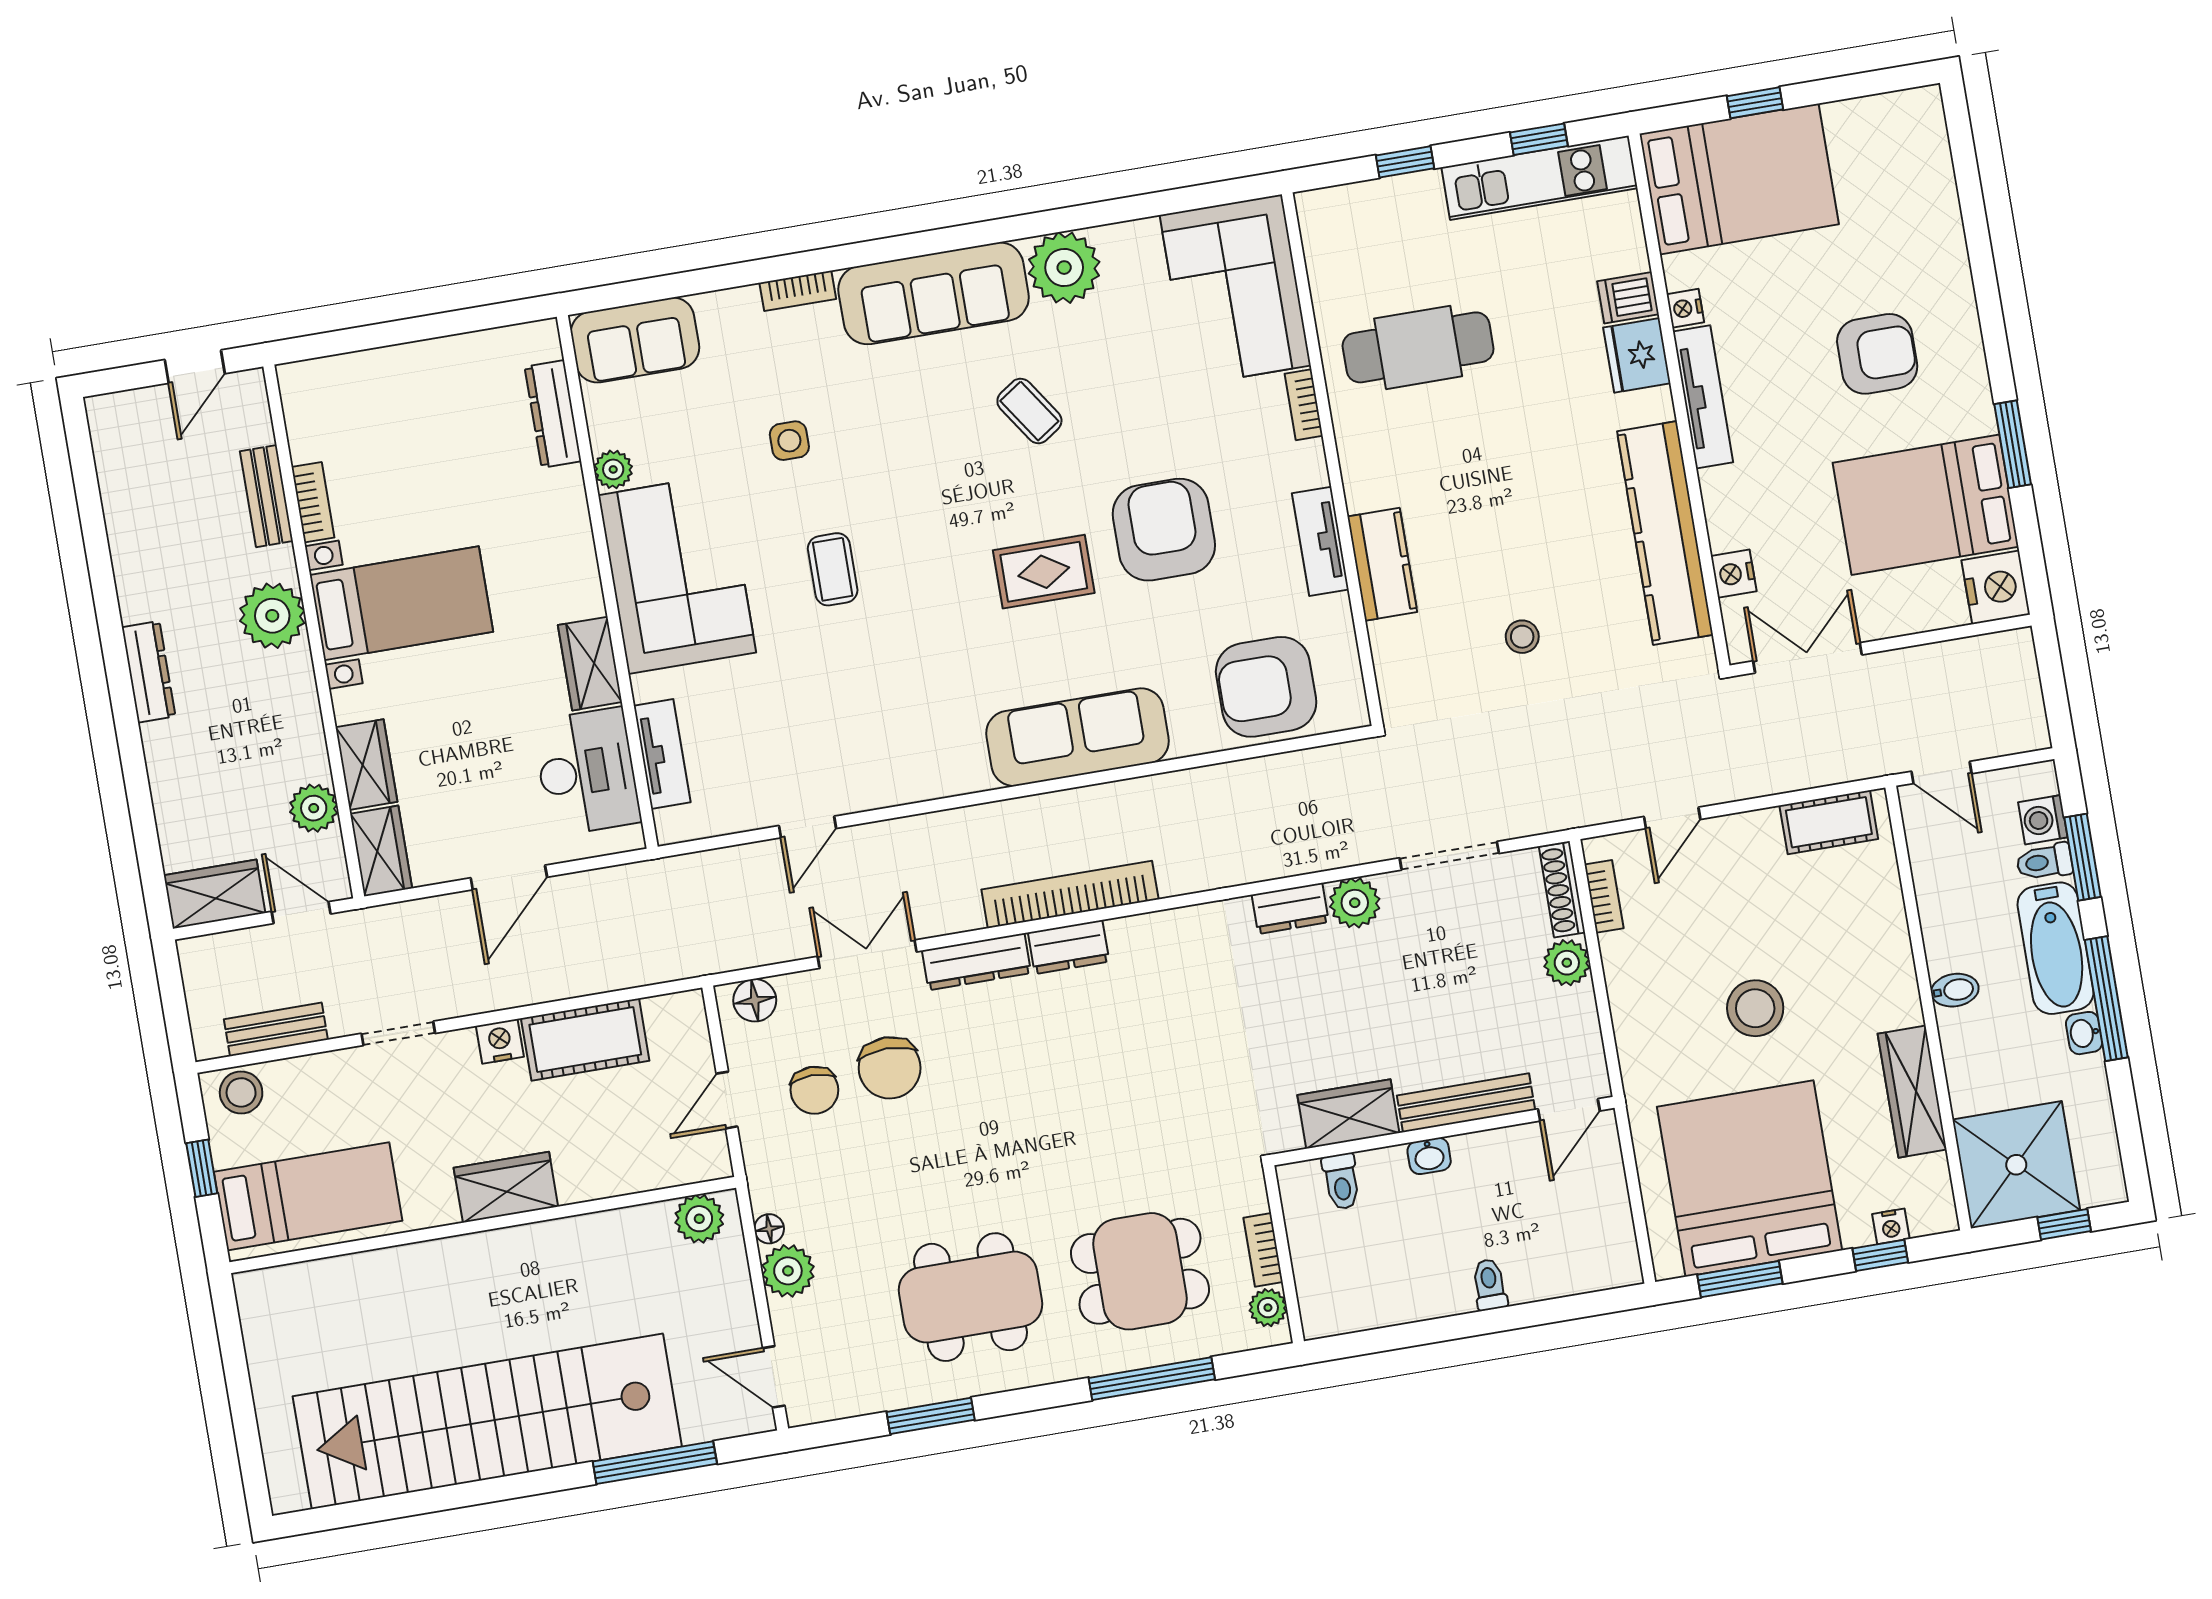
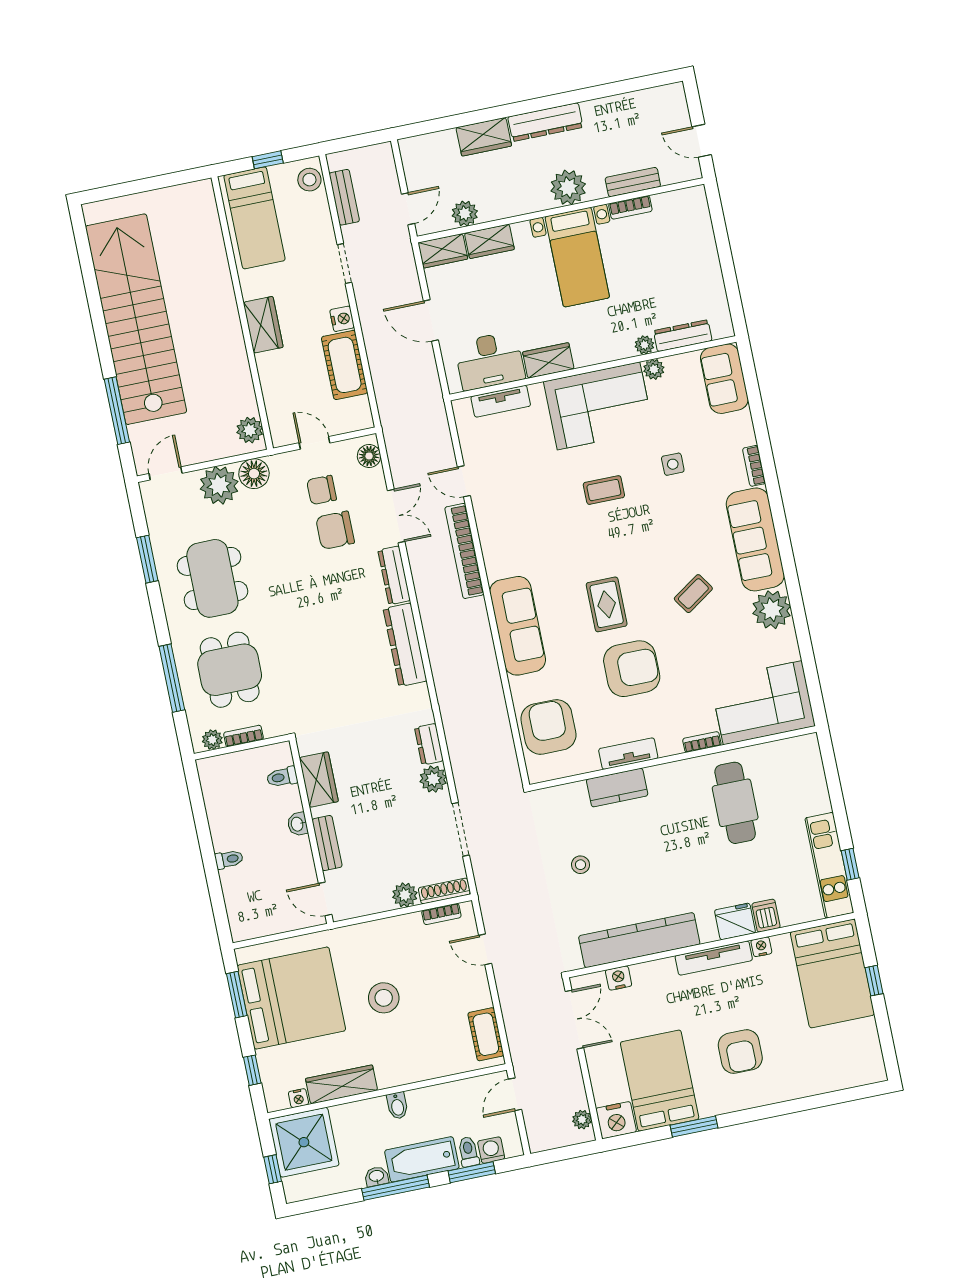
window: (1405, 162) -> (835, 792), removed
plant: (568, 485) -> (644, 345), added
plant: (1992, 650) -> (582, 1120), added
dresser: (149, 672) -> (545, 122), width x1.37, depth x1.24
wardrobe: (215, 894) -> (484, 137), moved, turned 90
bookcase: (1070, 894) -> (464, 551), moved, turned 180
dresser: (1069, 947) -> (405, 645), width x1.96, depth x1.24
bench: (1466, 1103) -> (327, 843), width x0.73
nightstand: (1891, 1226) -> (298, 1098), moved, turned -90
floor lamp: (769, 1229) -> (254, 474), width x1.89, depth x1.89
plant: (788, 1271) -> (219, 485), width x1.36, depth x1.36

